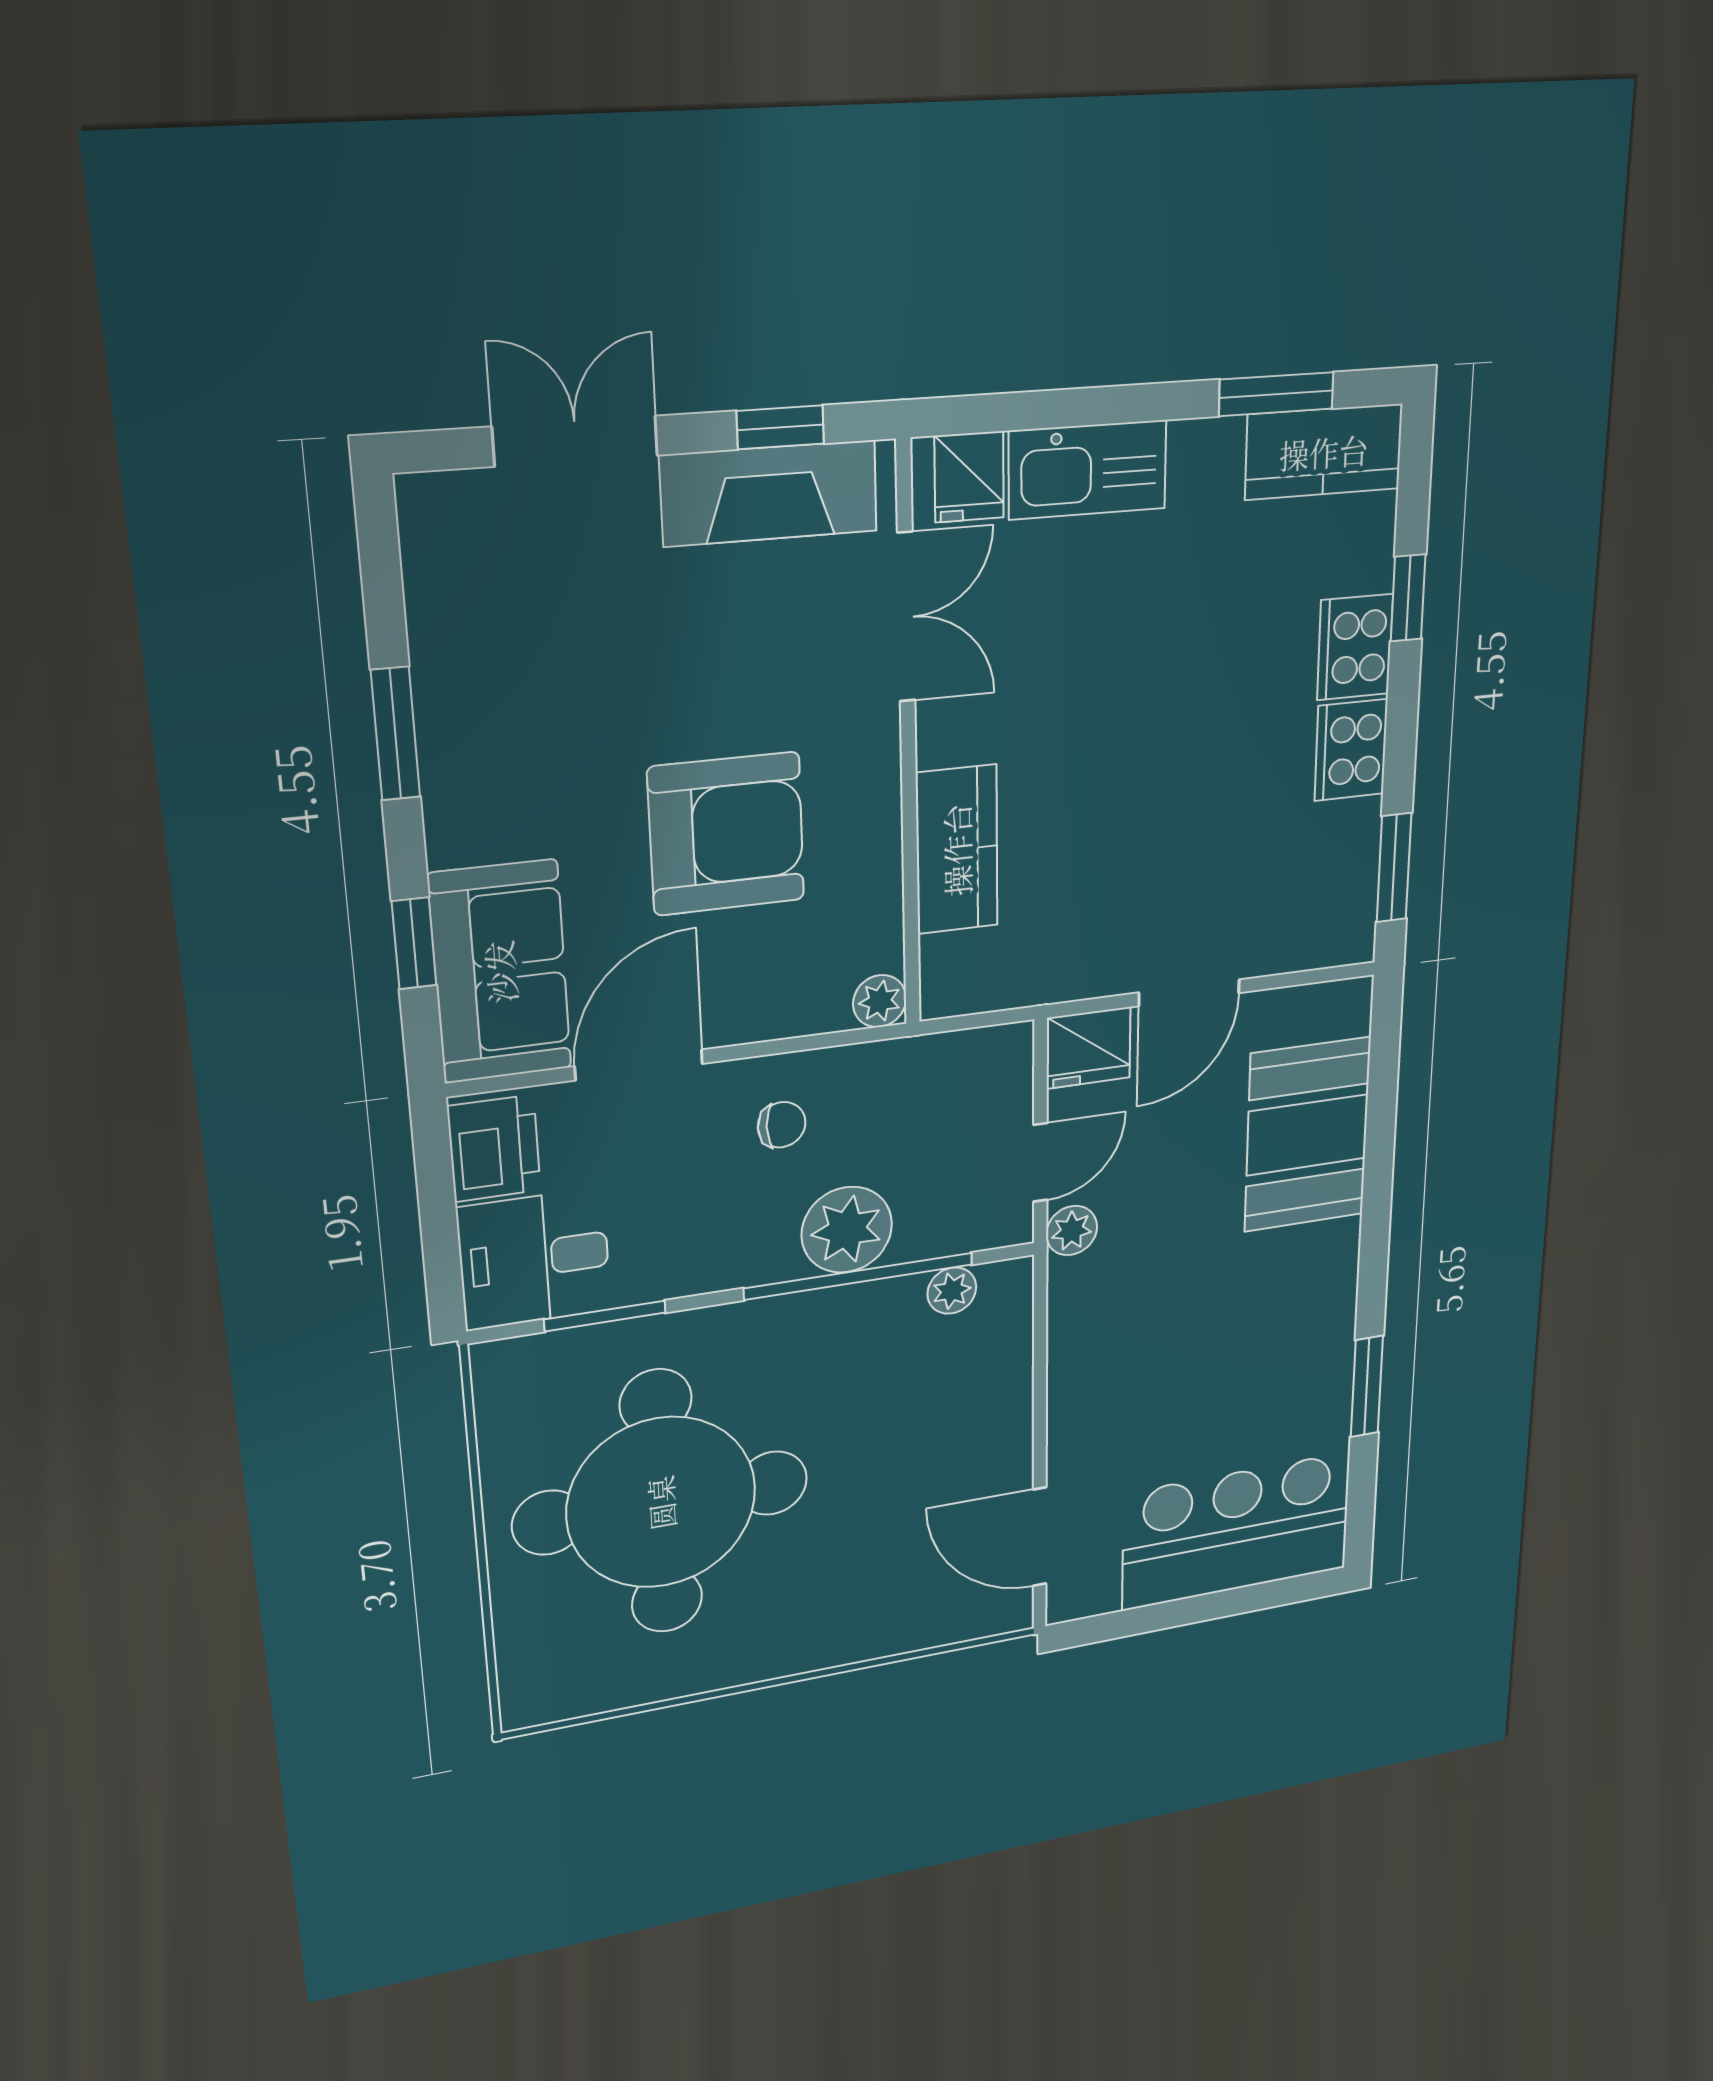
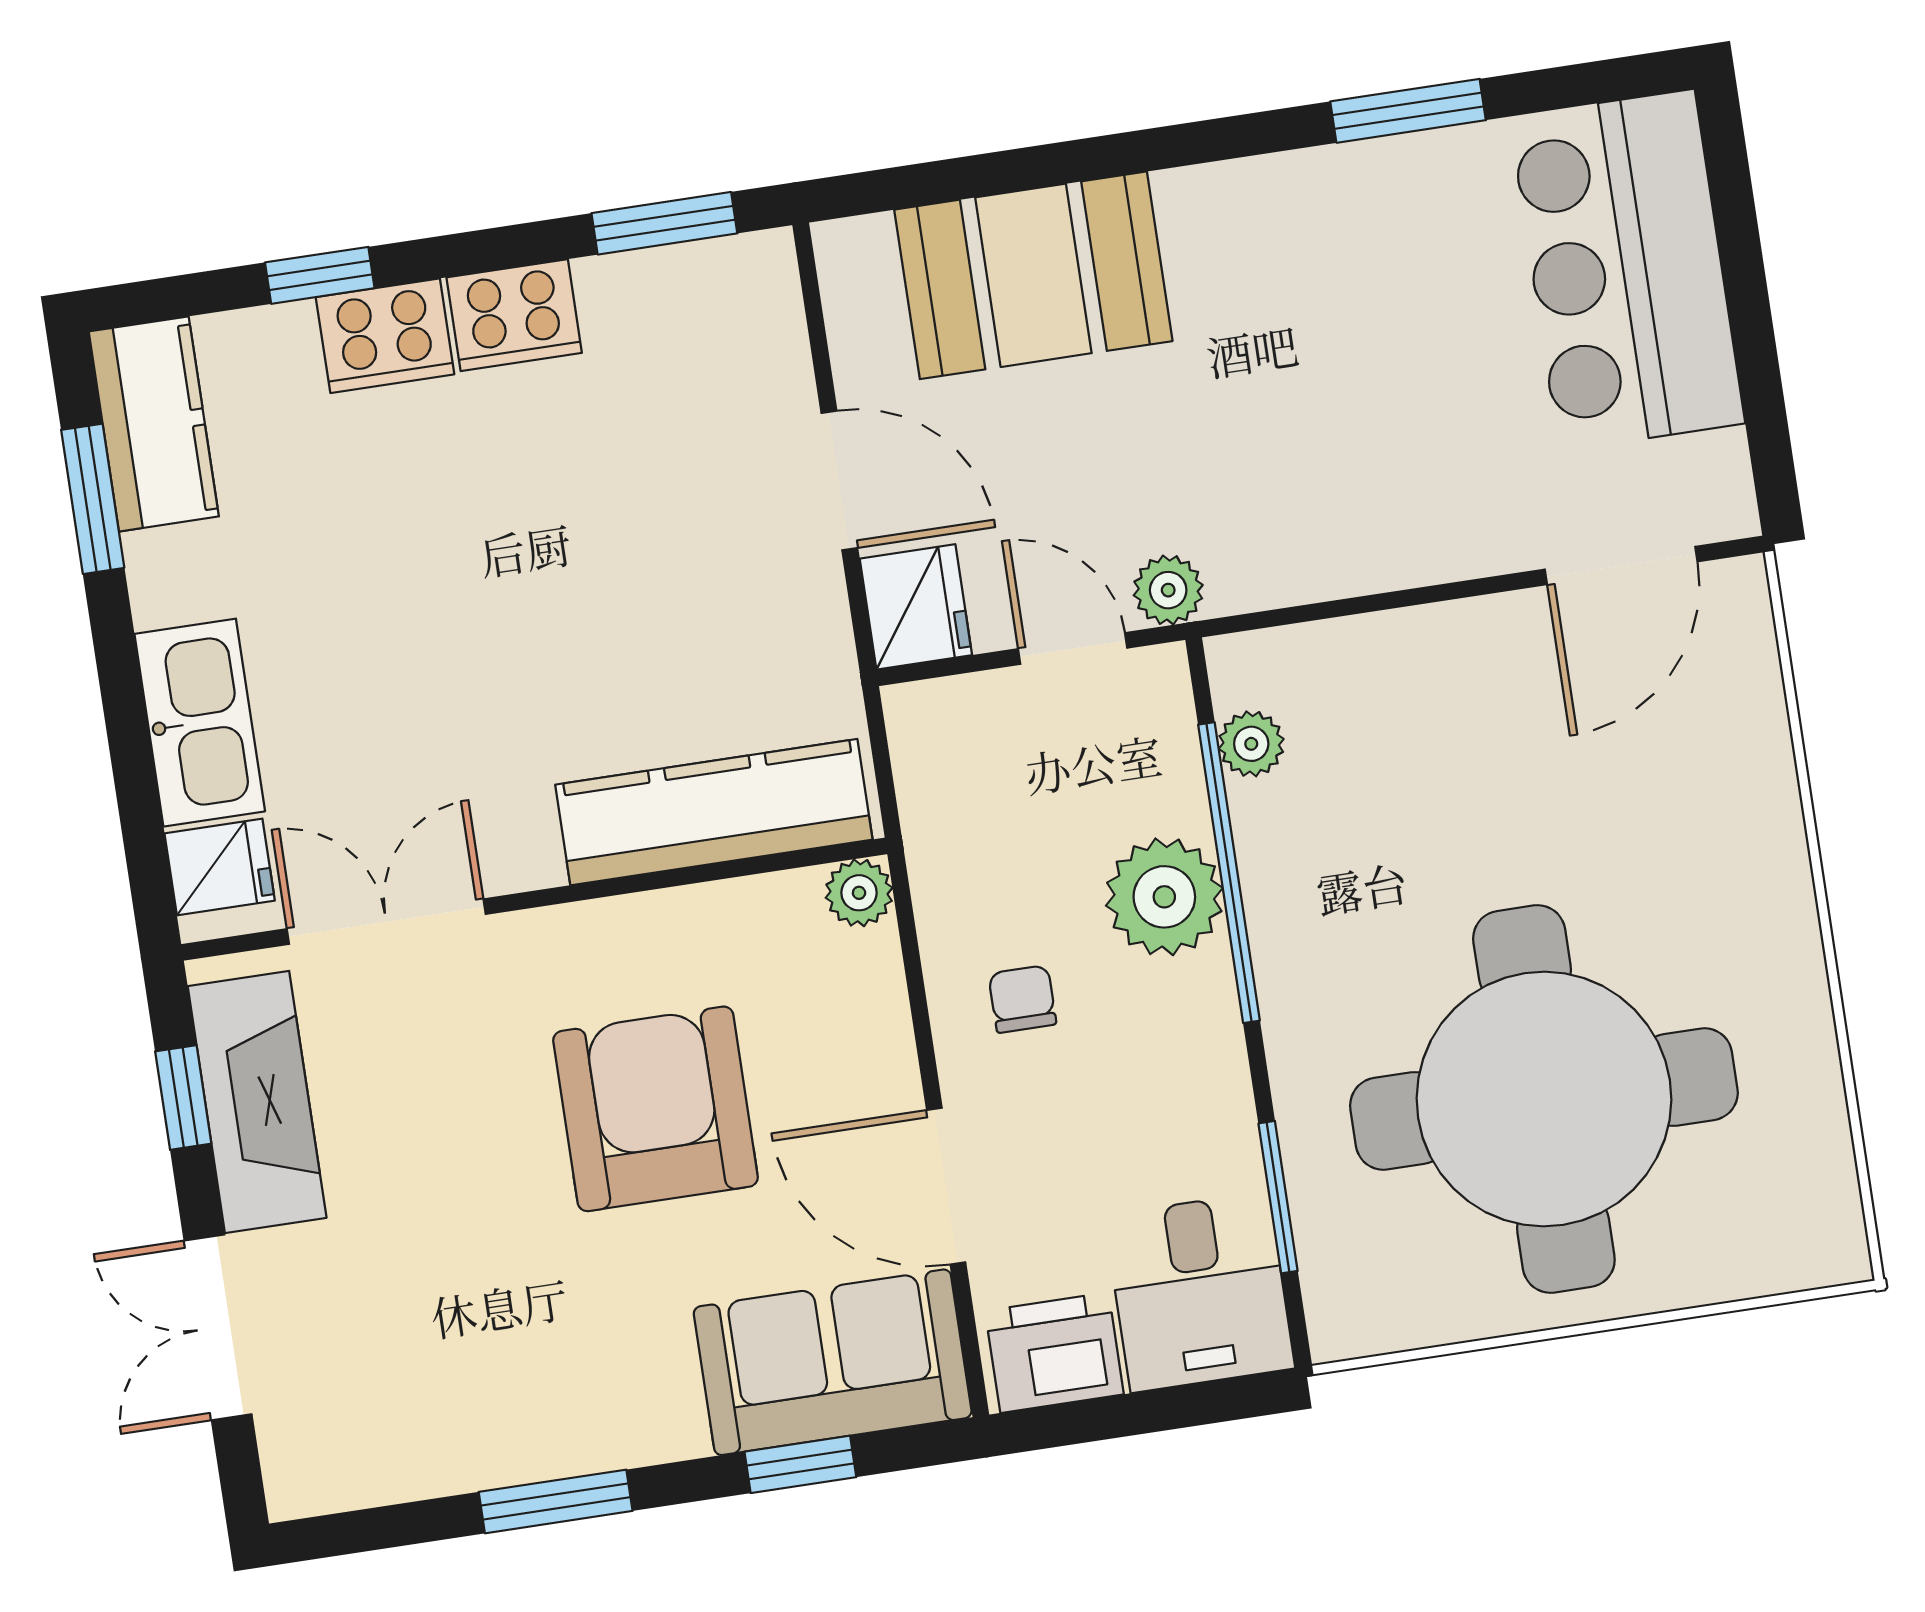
kitchen counter: (957, 850) -> (714, 812), width x1.50

